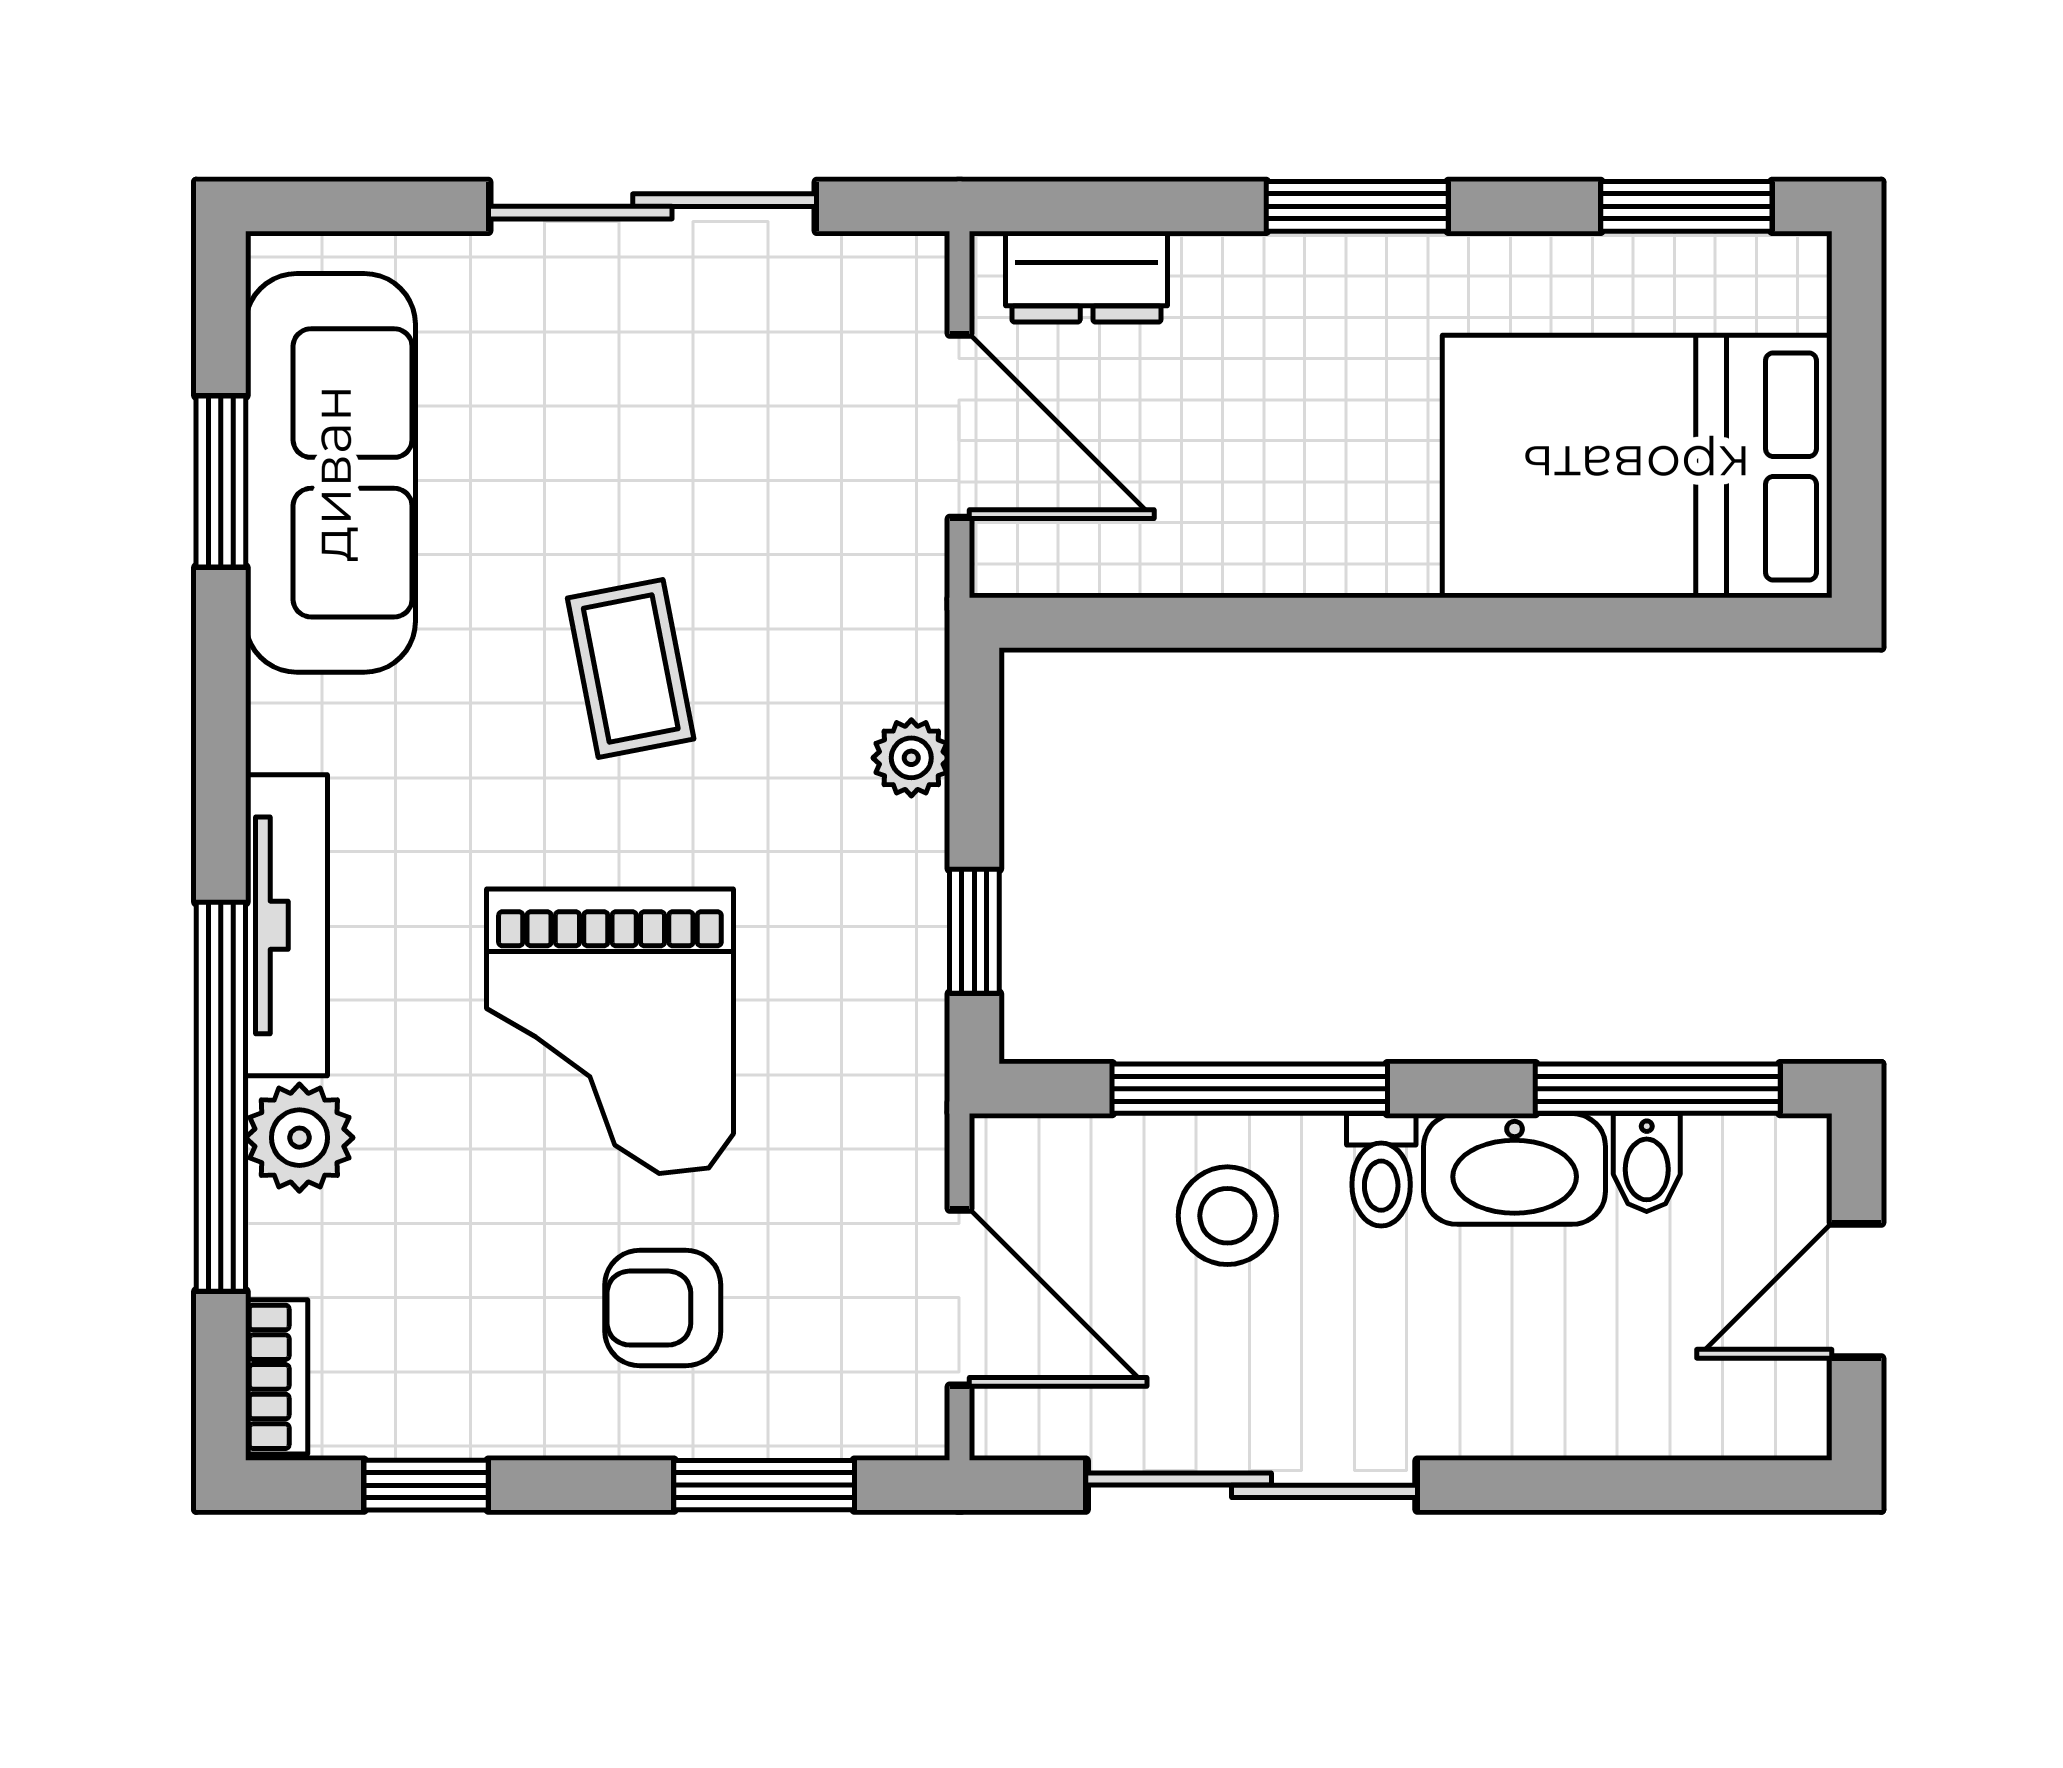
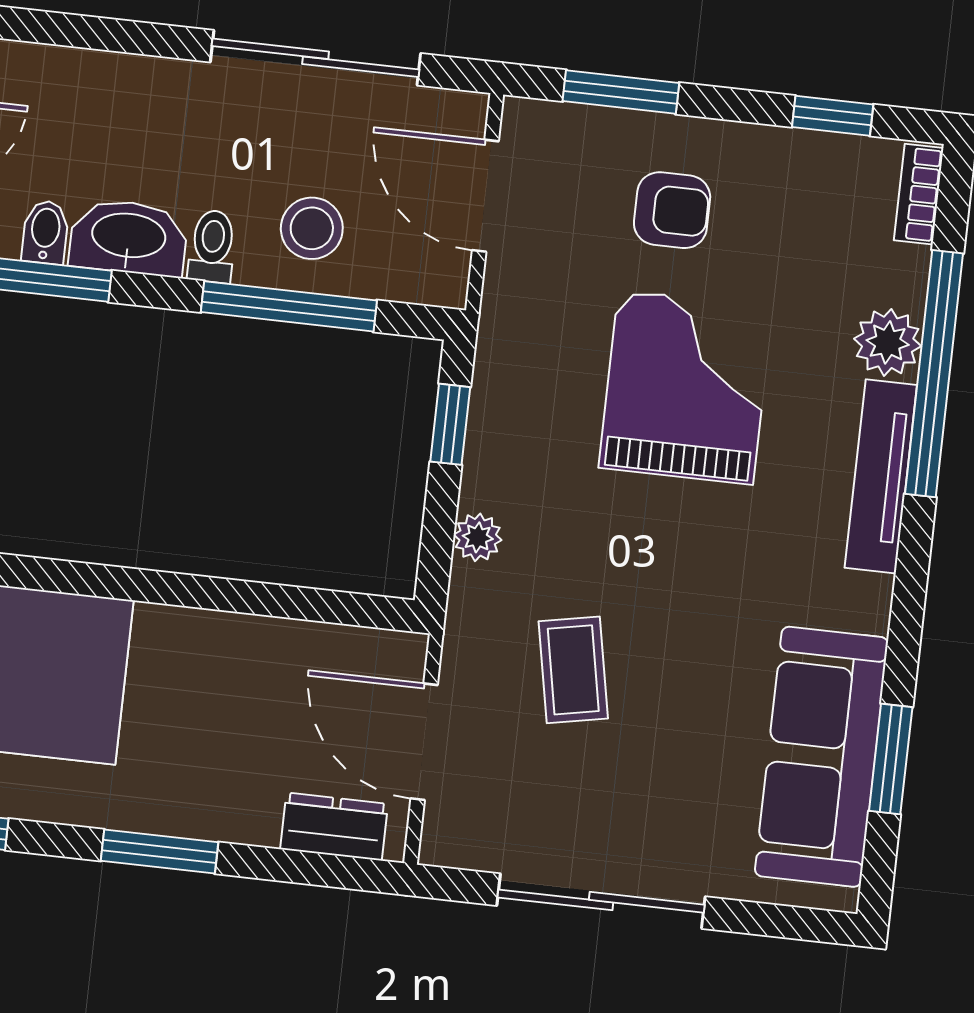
coffee table: (631, 669) -> (573, 670), moved

